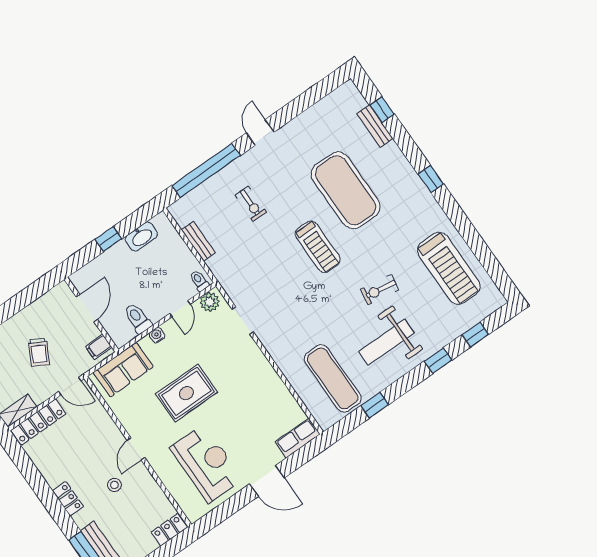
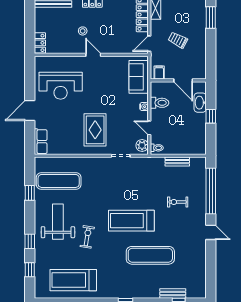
exercise mat: (346, 190) -> (150, 255), width x0.68
washbasin: (141, 237) -> (200, 103), moved
treadmill: (318, 247) -> (131, 221), width x1.37, depth x1.38
rug: (186, 393) -> (95, 130), moved

